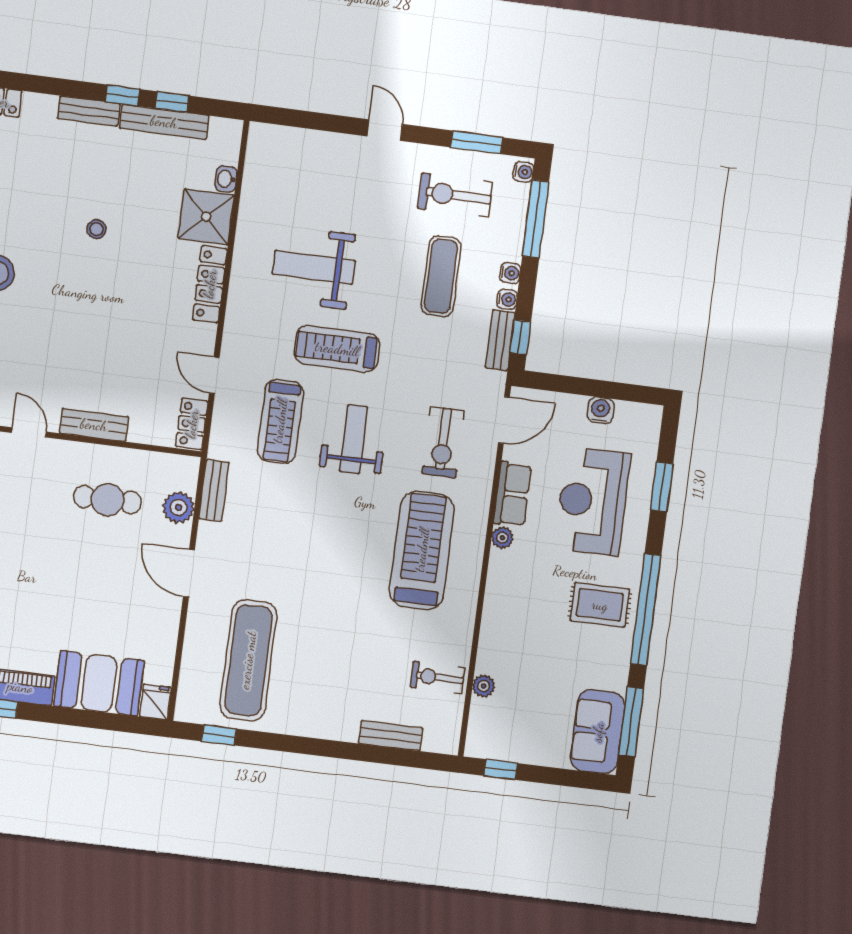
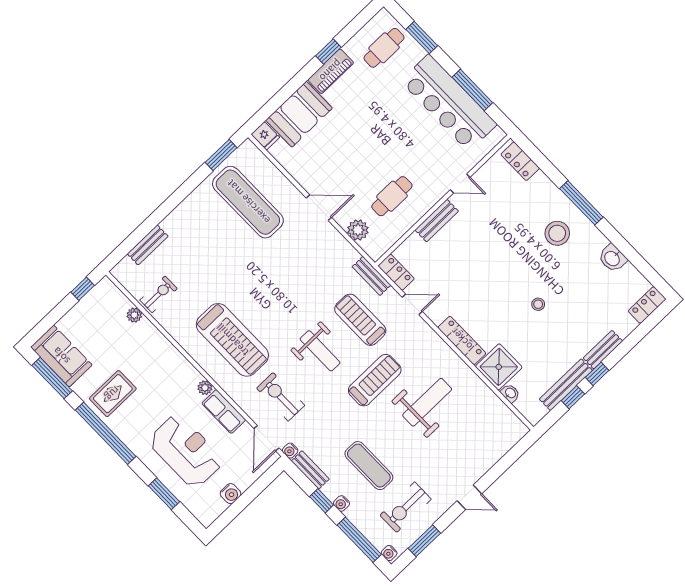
exercise bike: (455, 195) -> (406, 507), turned 180
water cooler: (507, 299) -> (290, 451), moved
window: (520, 337) -> (322, 501), moved
bench: (214, 490) -> (371, 276), moved
rug: (600, 605) -> (113, 394), moved
window: (219, 735) -> (221, 155), width x1.50

